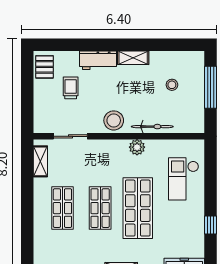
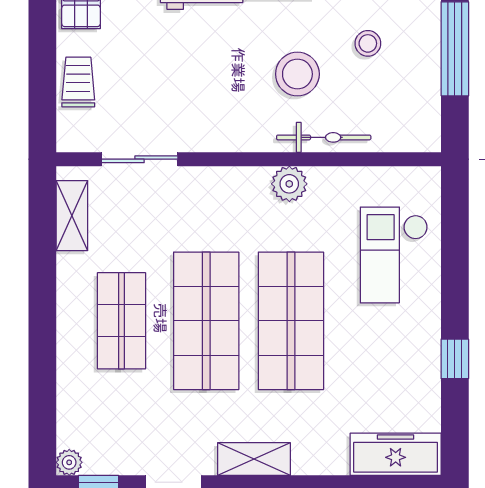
trolley: (71, 88) -> (78, 82), moved
stool: (114, 120) -> (297, 74), moved
shop shelf: (100, 208) -> (206, 321), width x1.43, depth x1.36

